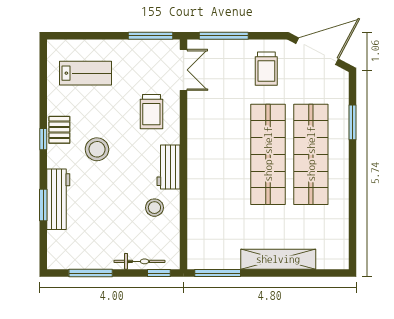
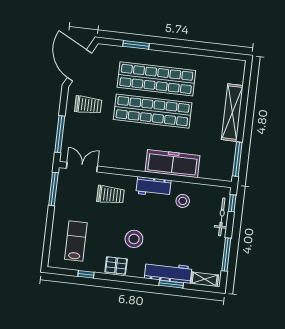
window: (43, 139) -> (86, 274), moved
freezer: (202, 189) -> (173, 164), added
shelving: (55, 248) -> (205, 279), added

